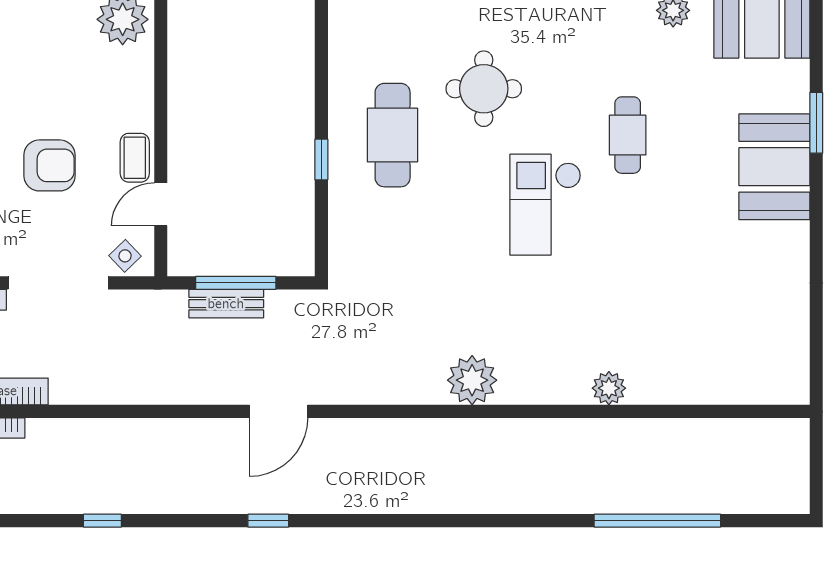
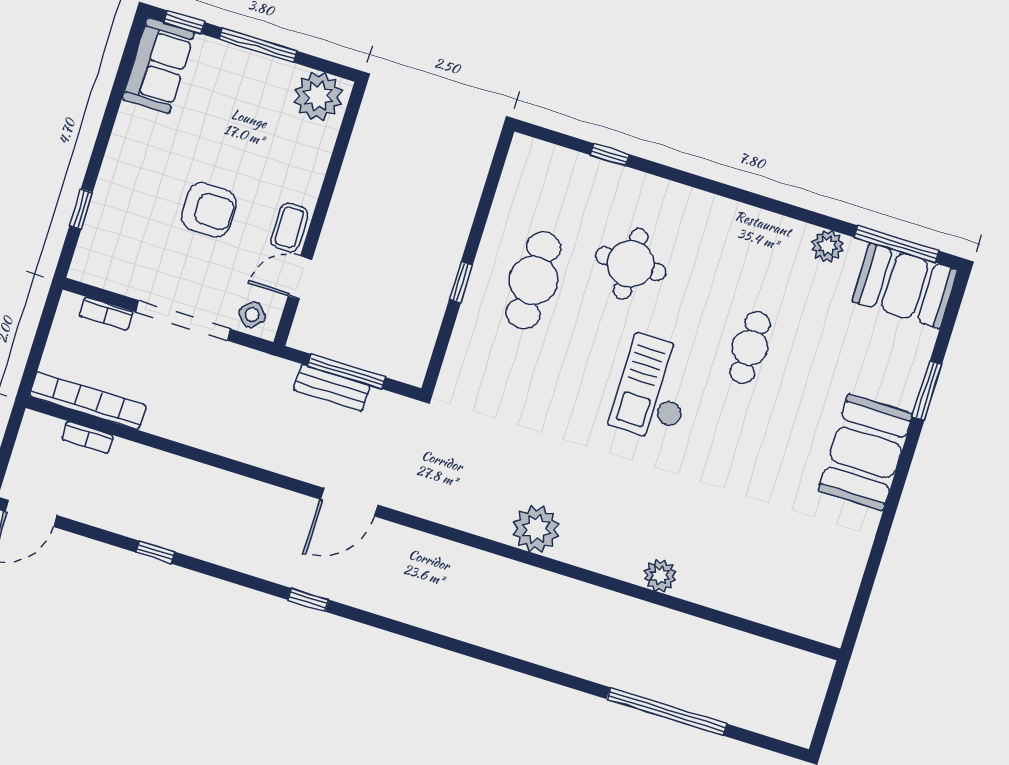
booth: (774, 167) -> (866, 452), moved

